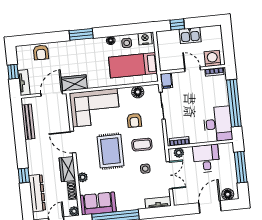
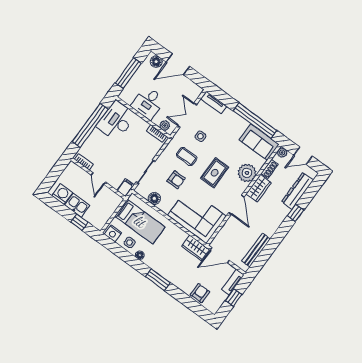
washing machine: (212, 58) -> (62, 194), moved, turned 180
armchair: (134, 120) -> (176, 180), turned 90
rug: (110, 151) -> (215, 173), width x0.73, depth x0.70
plant: (83, 177) -> (247, 173), width x1.88, depth x1.88

